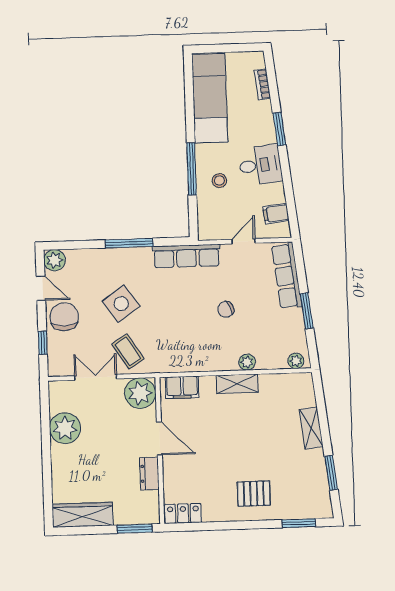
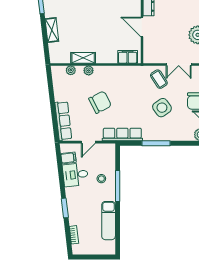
exam couch: (210, 98) -> (109, 221), width x0.73, depth x0.69
desk: (260, 165) -> (75, 175), moved
chair: (226, 309) -> (100, 102), width x1.87, depth x1.87
window: (307, 311) -> (52, 100), removed
plant: (296, 361) -> (71, 70), moved
shelving: (237, 384) -> (83, 58), moved
plant: (140, 393) -> (153, 54), removed

